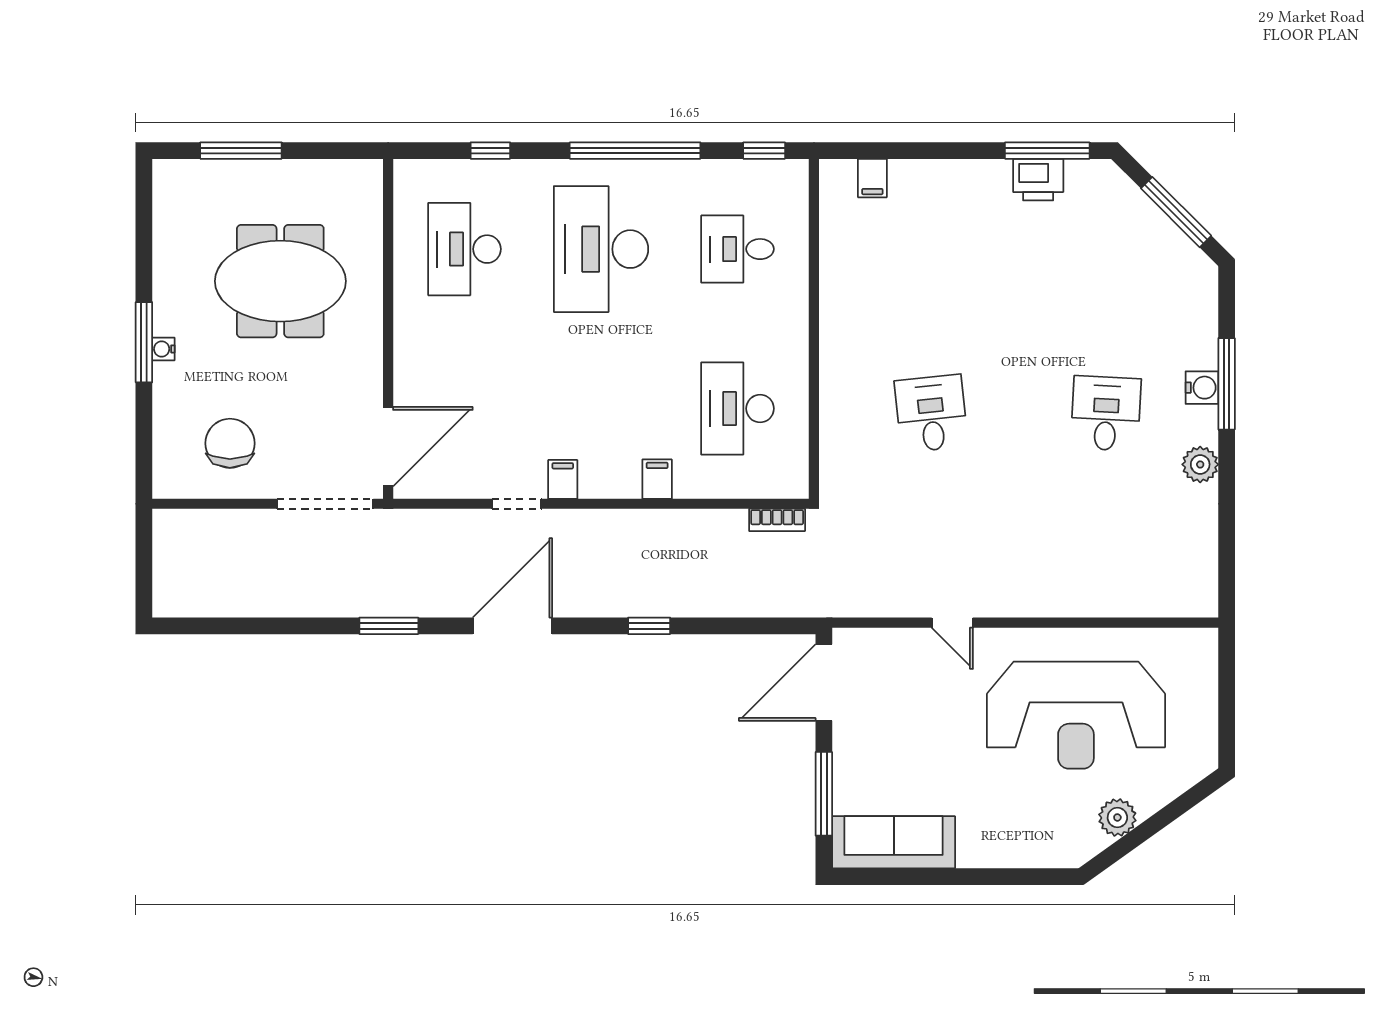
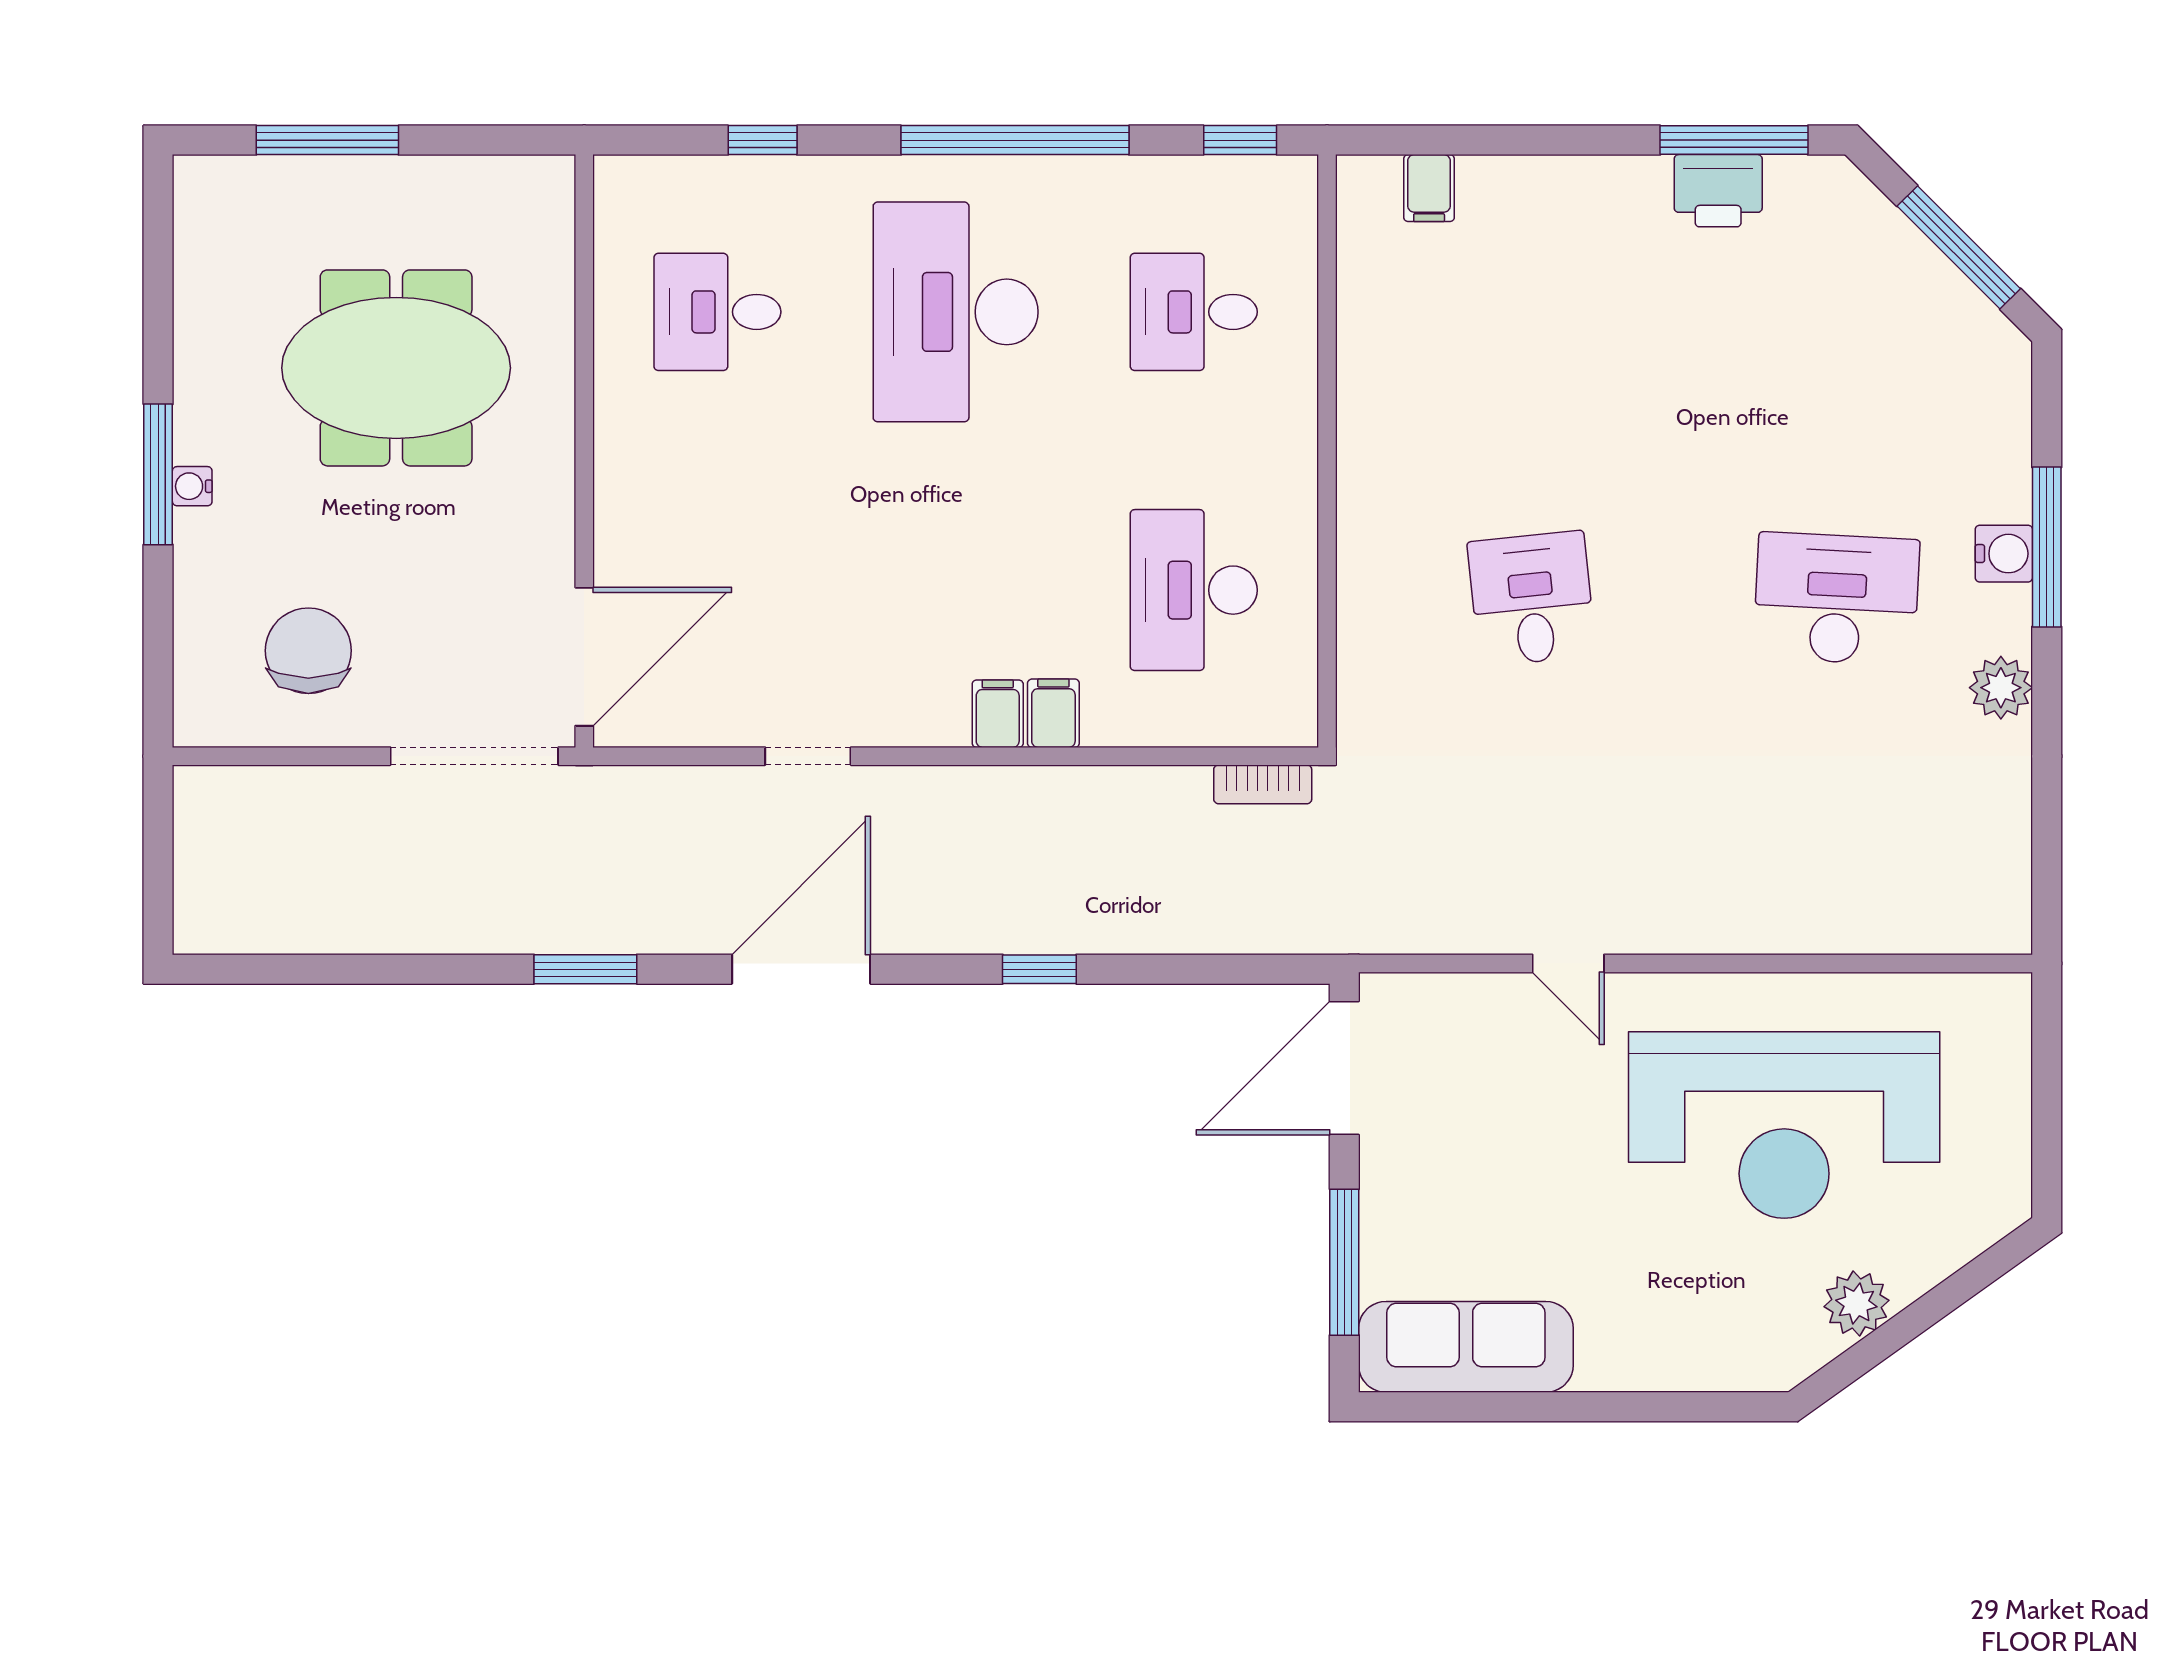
desk: (465, 249) -> (717, 312), width x0.73
desk: (1106, 413) -> (1836, 599), width x1.37
filing cabinet: (563, 479) -> (998, 714), moved

